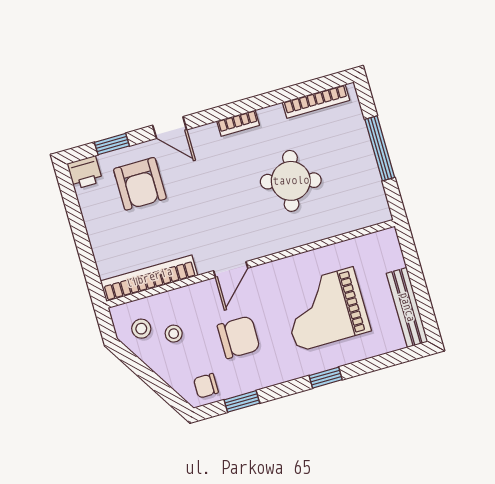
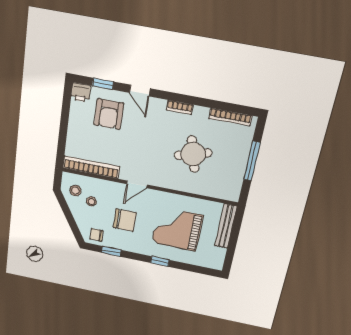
round table: (291, 181) -> (193, 154), turned -30
bench: (407, 307) -> (226, 226), moved

